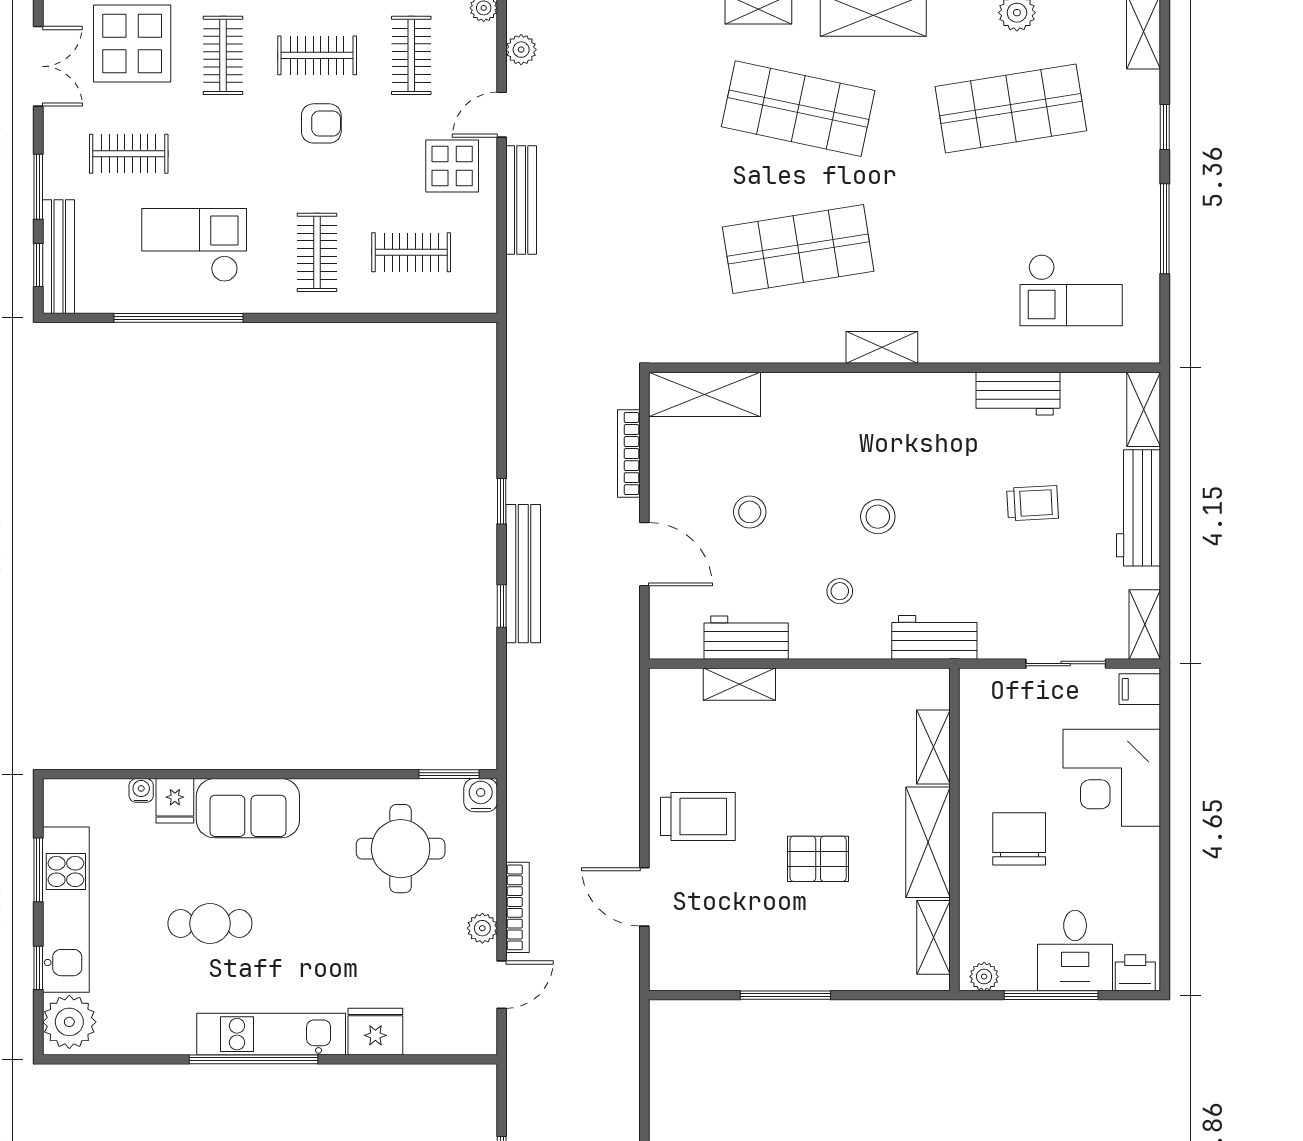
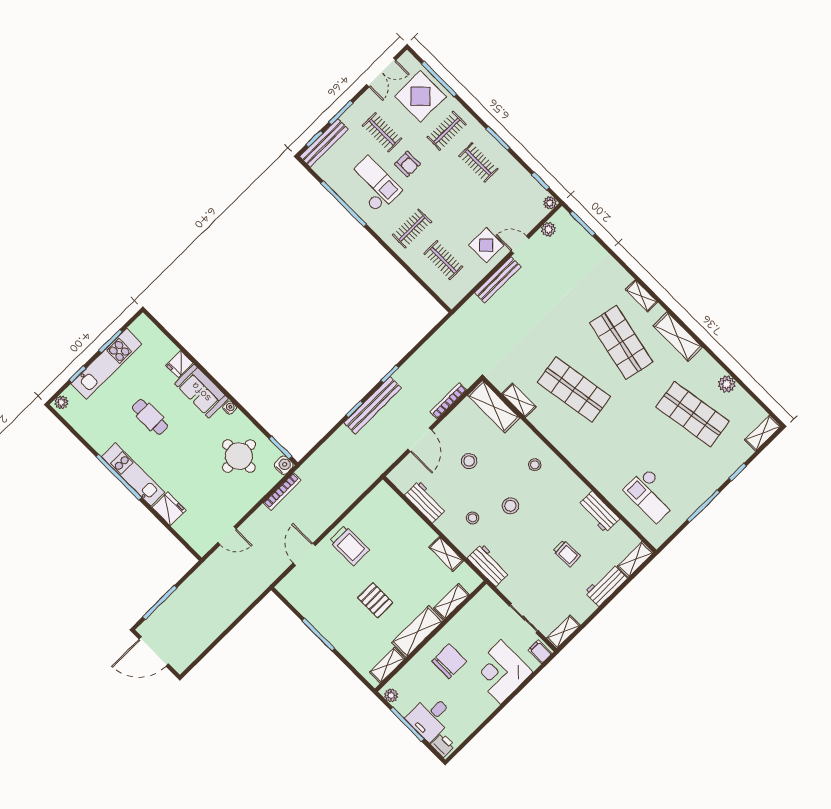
clothes rail: (411, 55) -> (510, 194), removed
armchair: (321, 123) -> (407, 164), moved
shelving: (882, 347) -> (519, 400), moved
stool: (853, 419) -> (535, 465), added
workbench: (1139, 508) -> (606, 585), width x0.73
shelving: (739, 684) -> (446, 554), moved
water cooler: (141, 790) -> (230, 408), moved
bookcase: (518, 907) -> (282, 491), moved
plant: (482, 928) -> (239, 510), removed
plant: (69, 1022) -> (61, 402), width x0.53, depth x0.53

